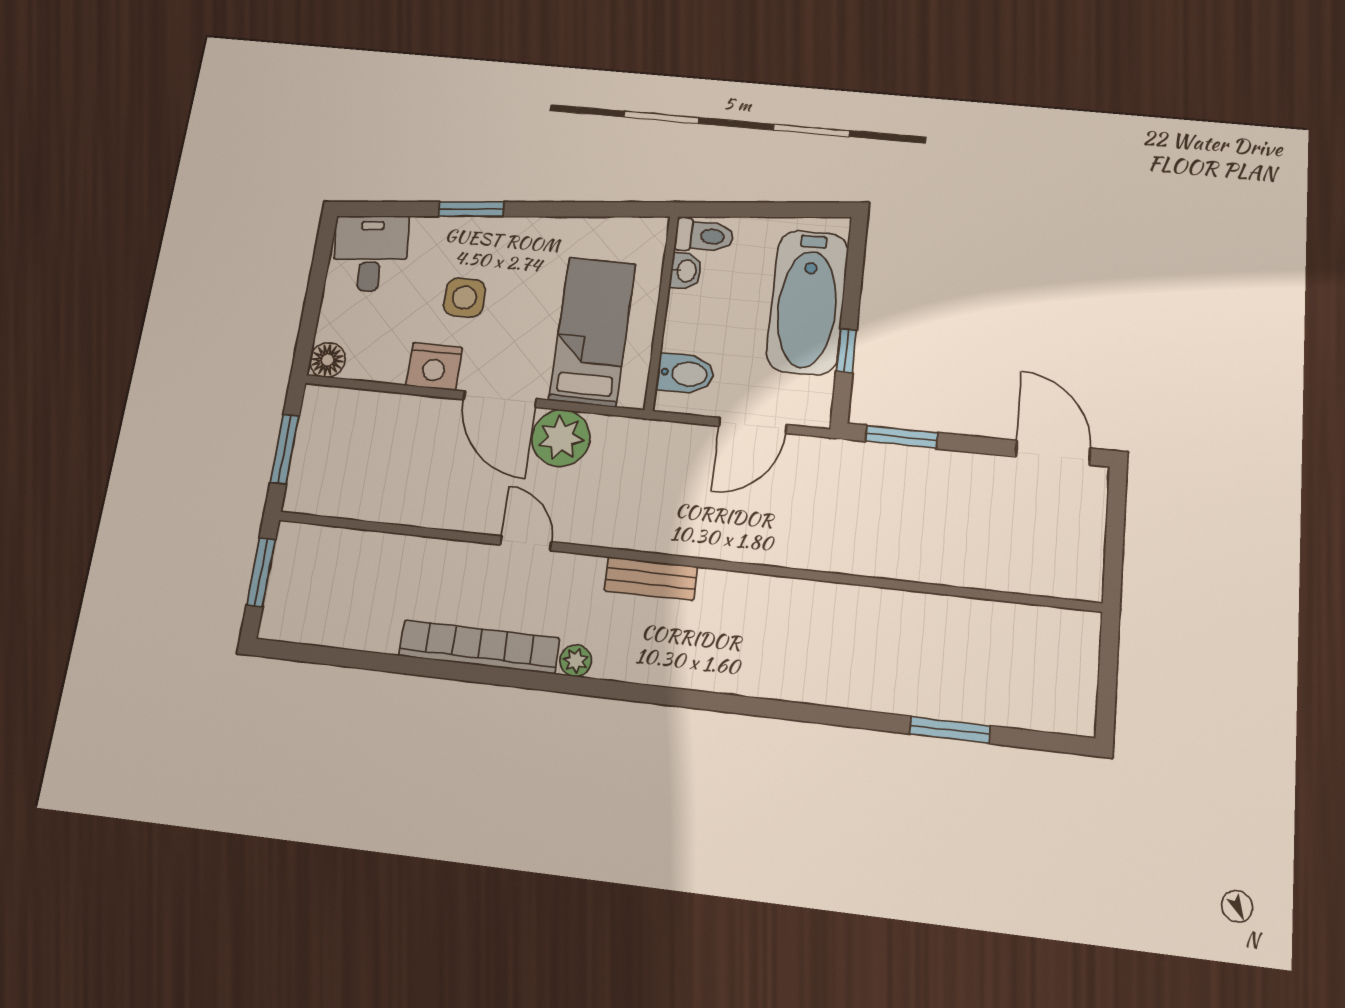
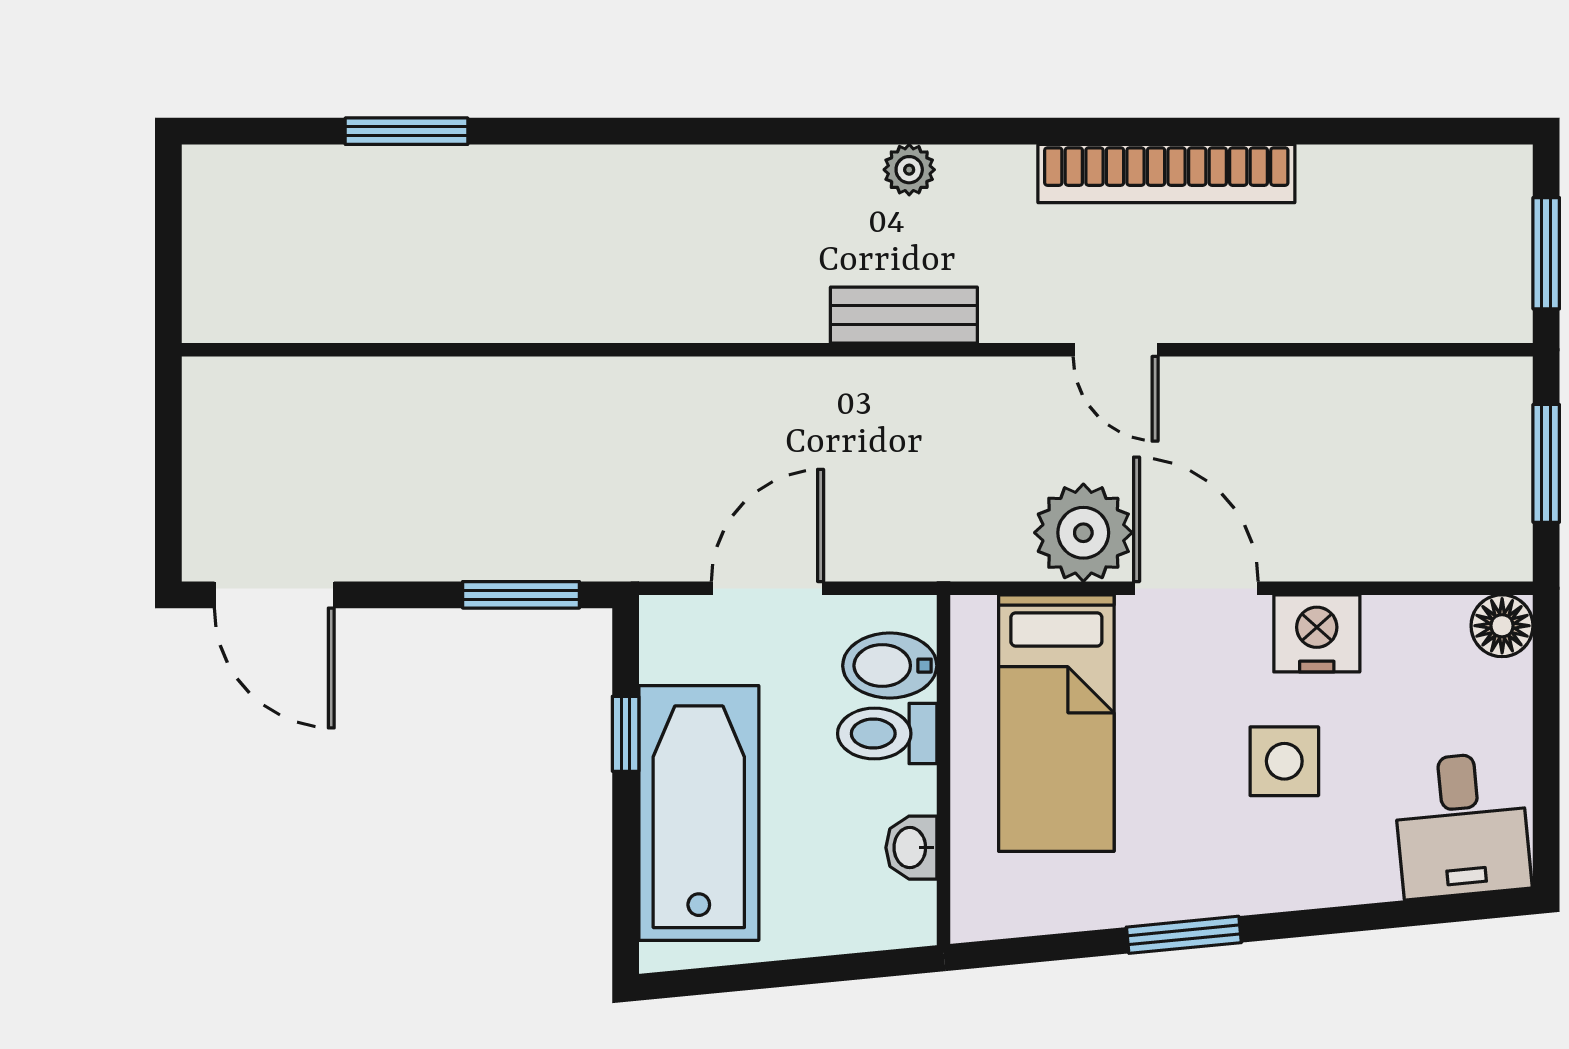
window: (471, 209) -> (1184, 935), moved
toilet: (704, 236) -> (887, 734), moved
plant: (576, 661) -> (909, 170), moved

